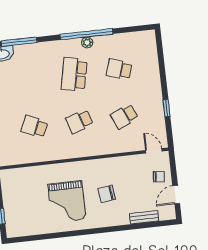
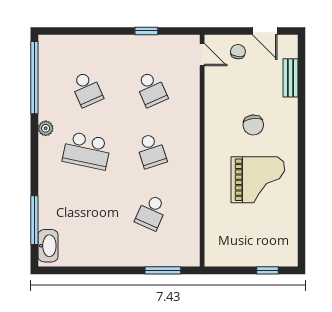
window: (86, 34) -> (34, 78), moved
school desk: (119, 69) -> (87, 89), turned -42
door: (154, 151) -> (202, 55), swing flipped

